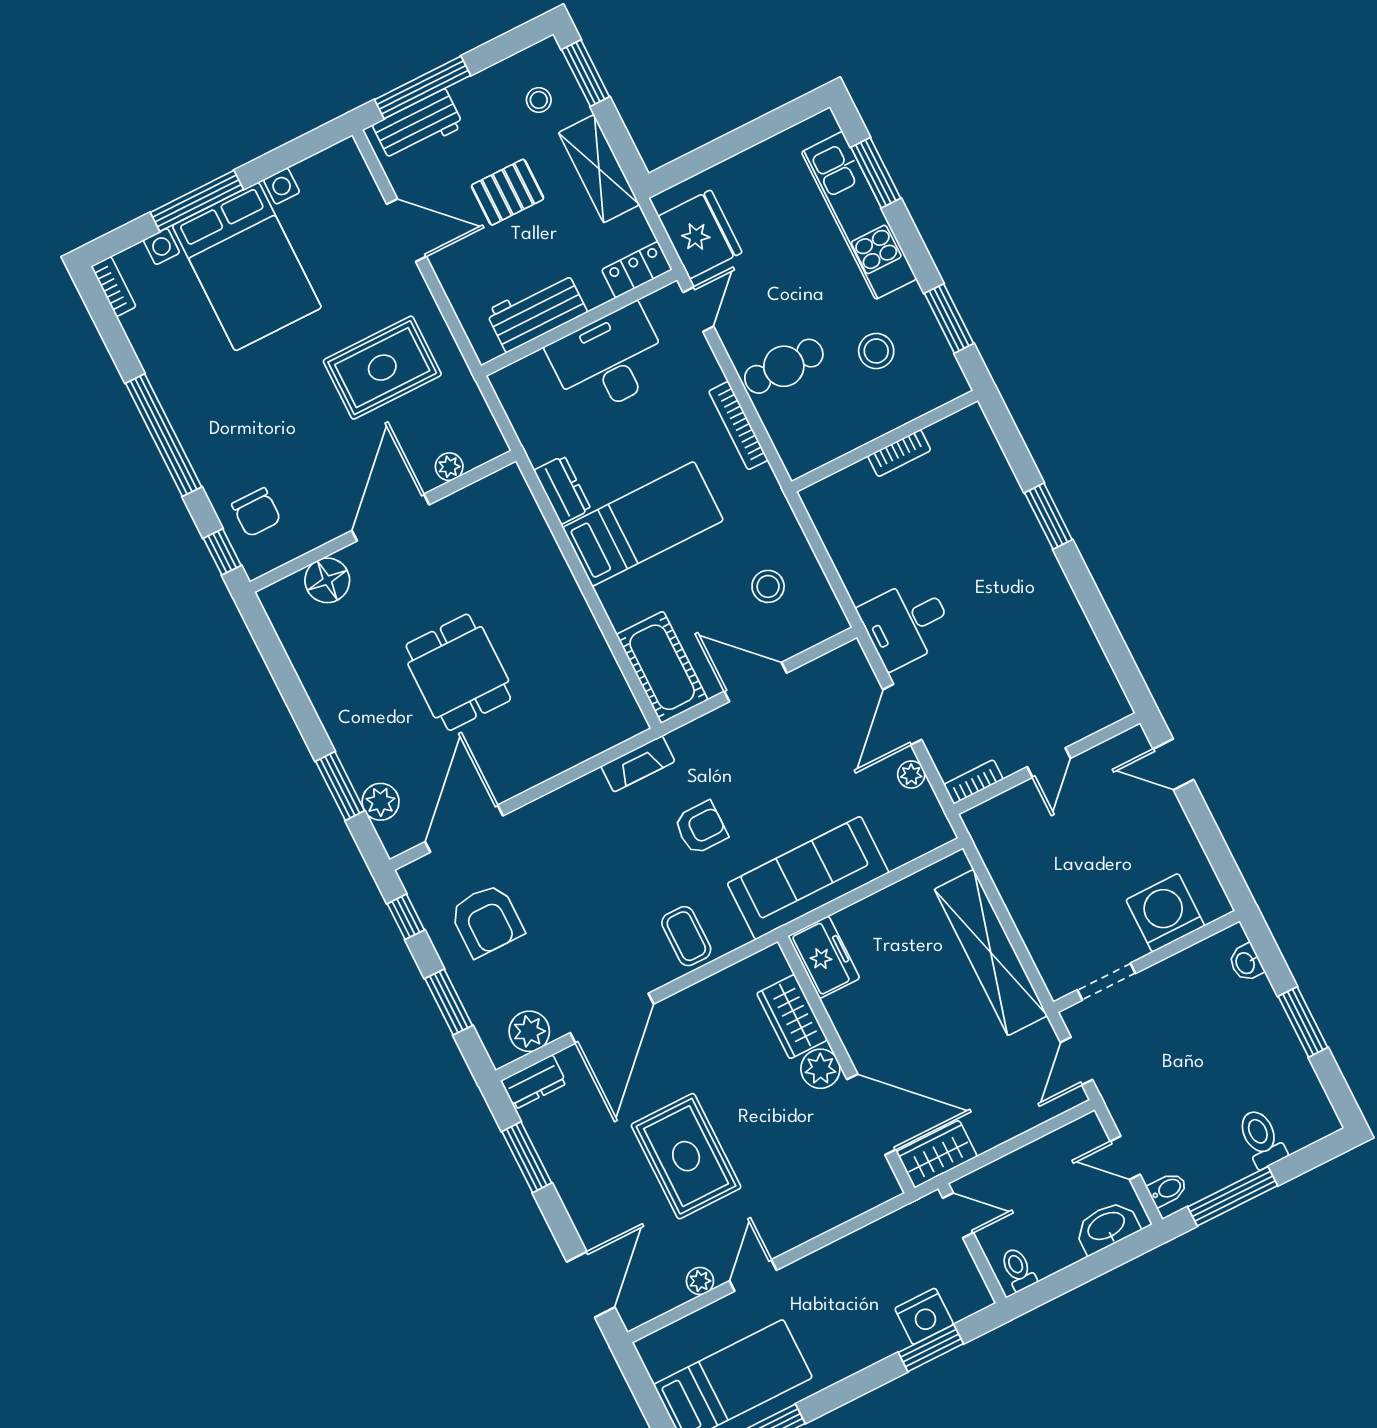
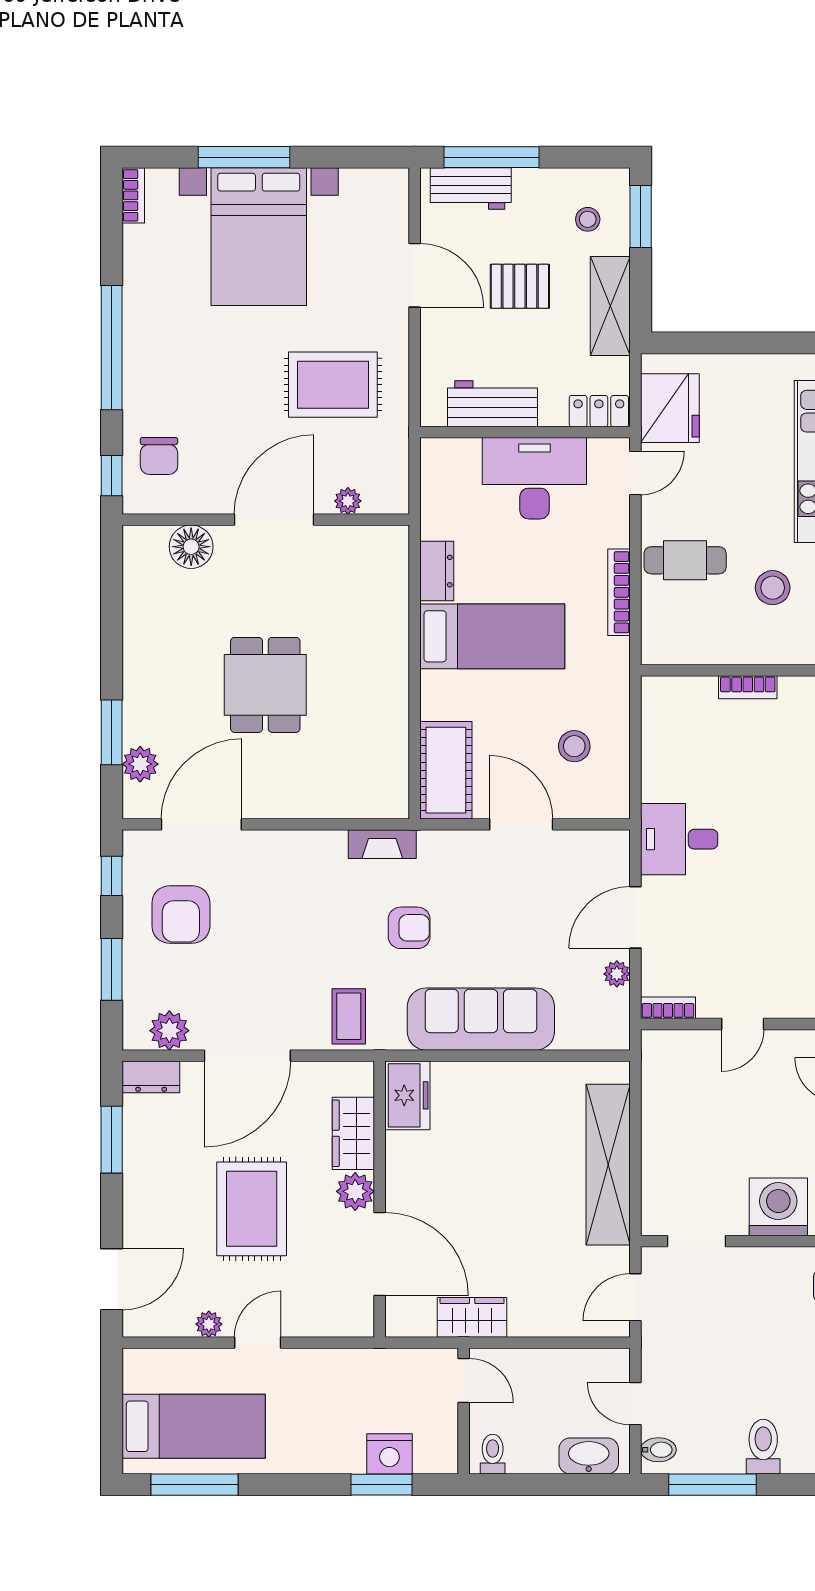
freezer: (824, 957) -> (407, 1095), moved
wardrobe: (792, 1017) -> (353, 1133), moved
wall: (846, 1065) -> (380, 1199), moved
plant: (820, 1069) -> (355, 1191), moved
door: (871, 1115) -> (380, 1254), moved

